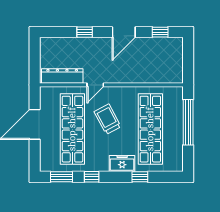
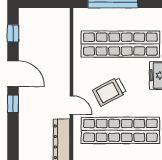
window: (85, 32) -> (13, 104), moved

